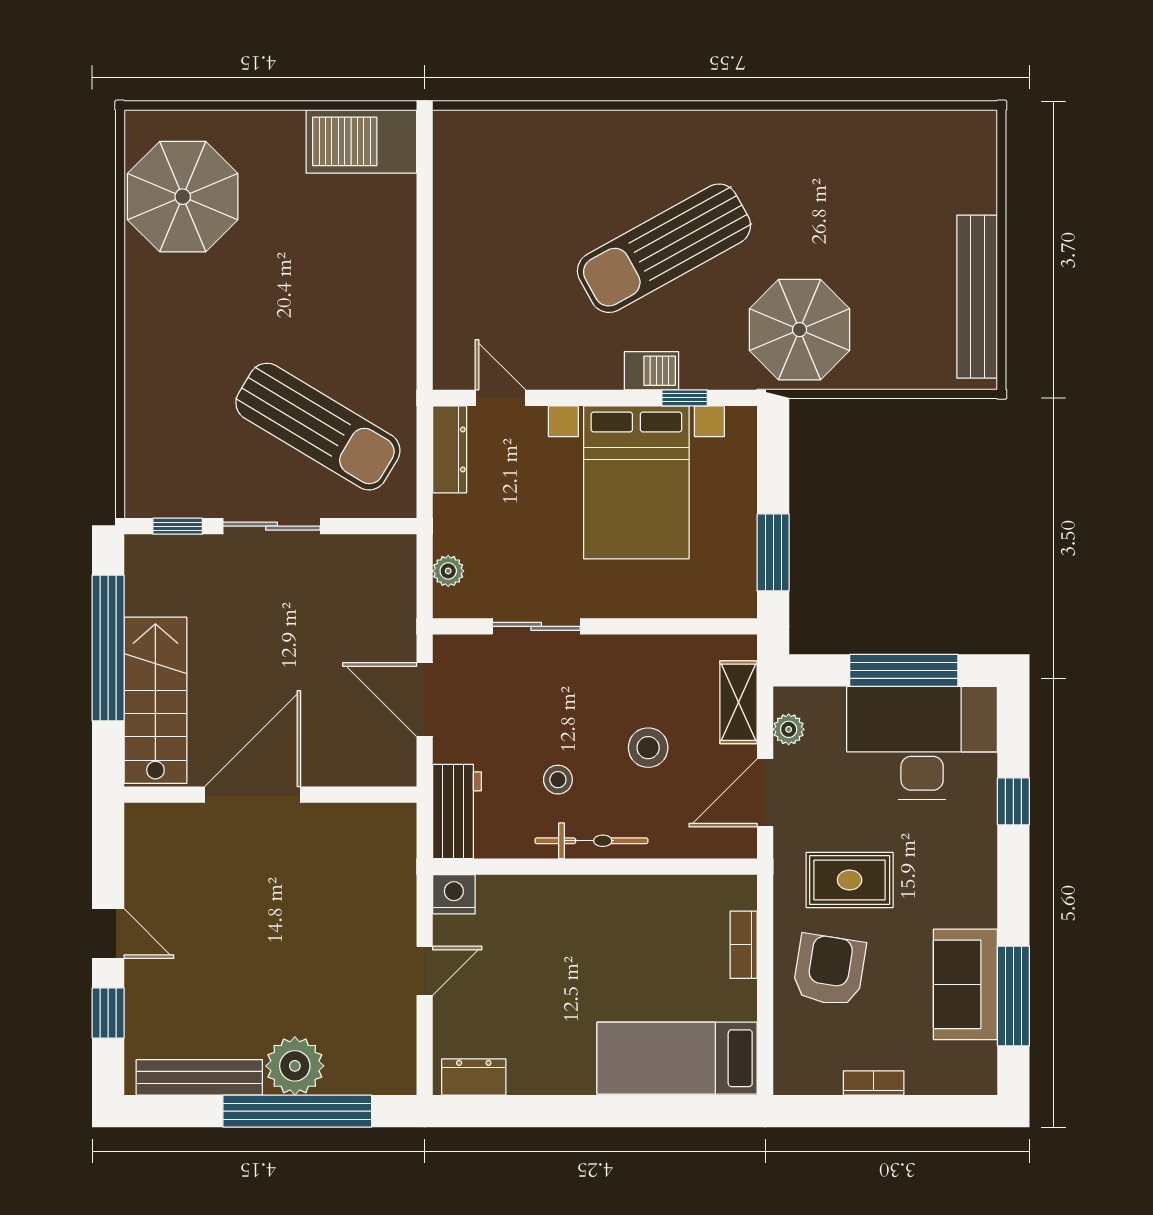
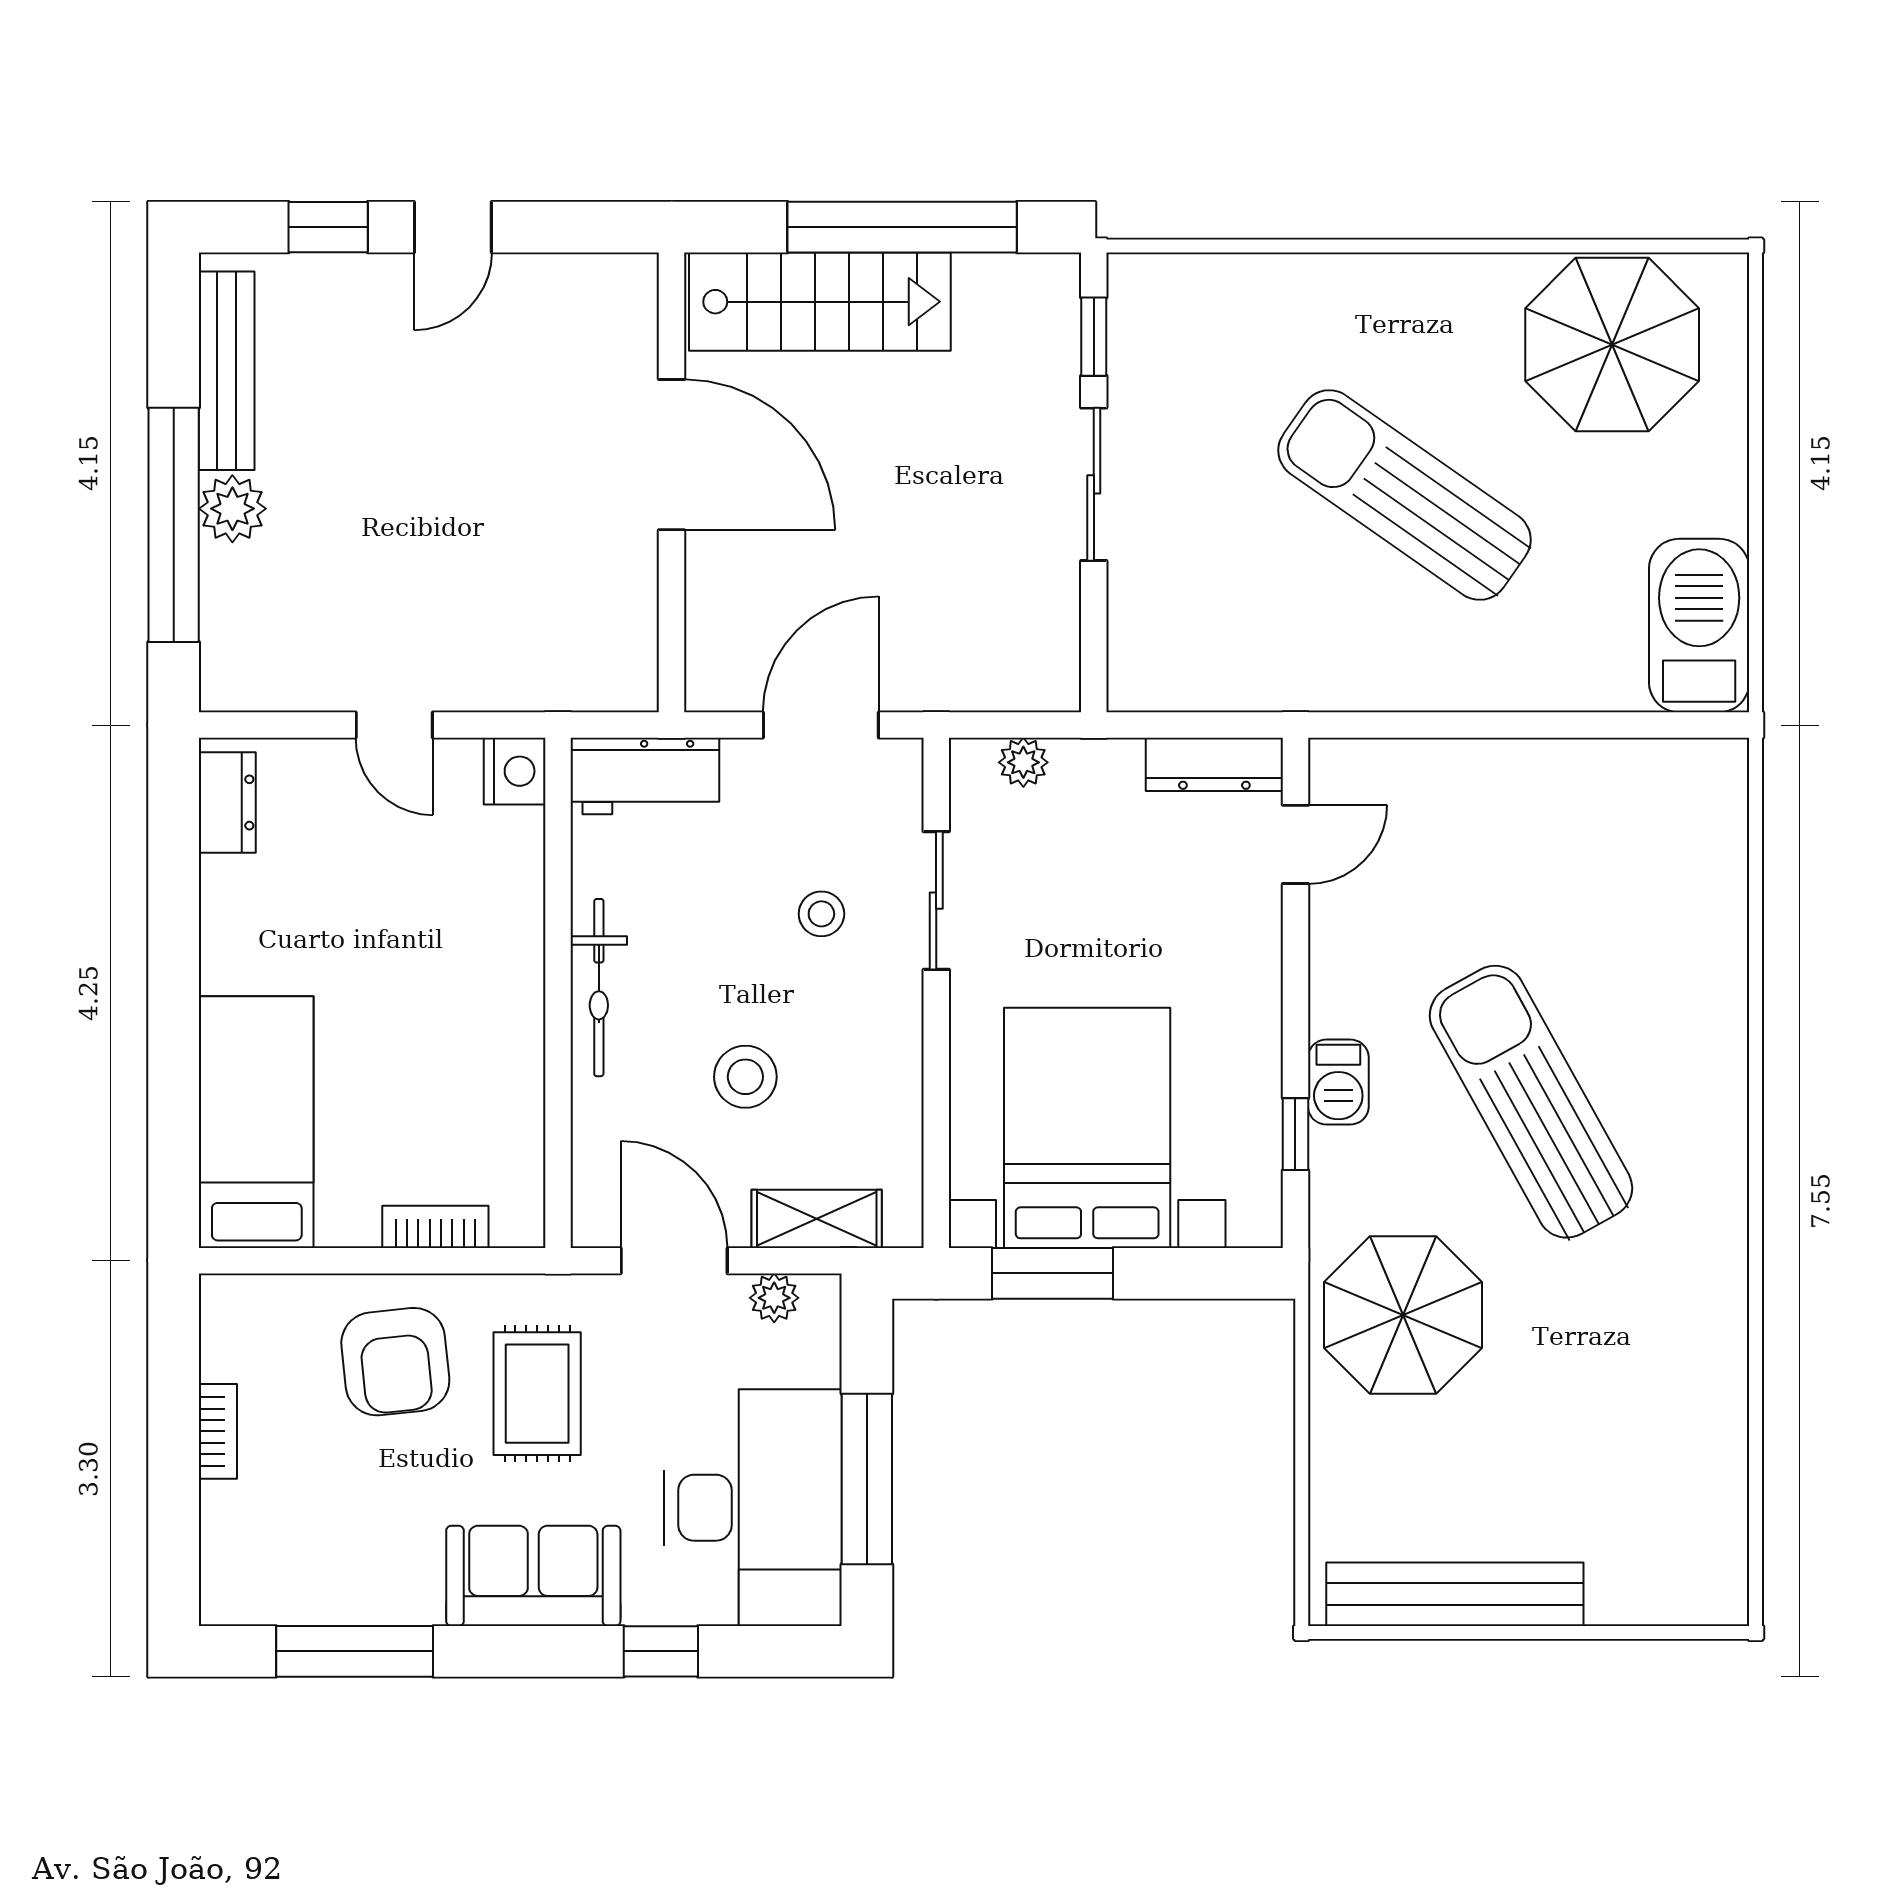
sun lounger: (318, 427) -> (1404, 495), moved, turned 94
bed with nightstands: (636, 482) -> (1087, 1128), moved, turned 90
stool: (558, 780) -> (821, 914), moved
armchair: (829, 970) -> (395, 1362), turned 75
sofa: (965, 984) -> (533, 1576), moved
plant: (295, 1066) -> (232, 509), width x0.73, depth x0.73

